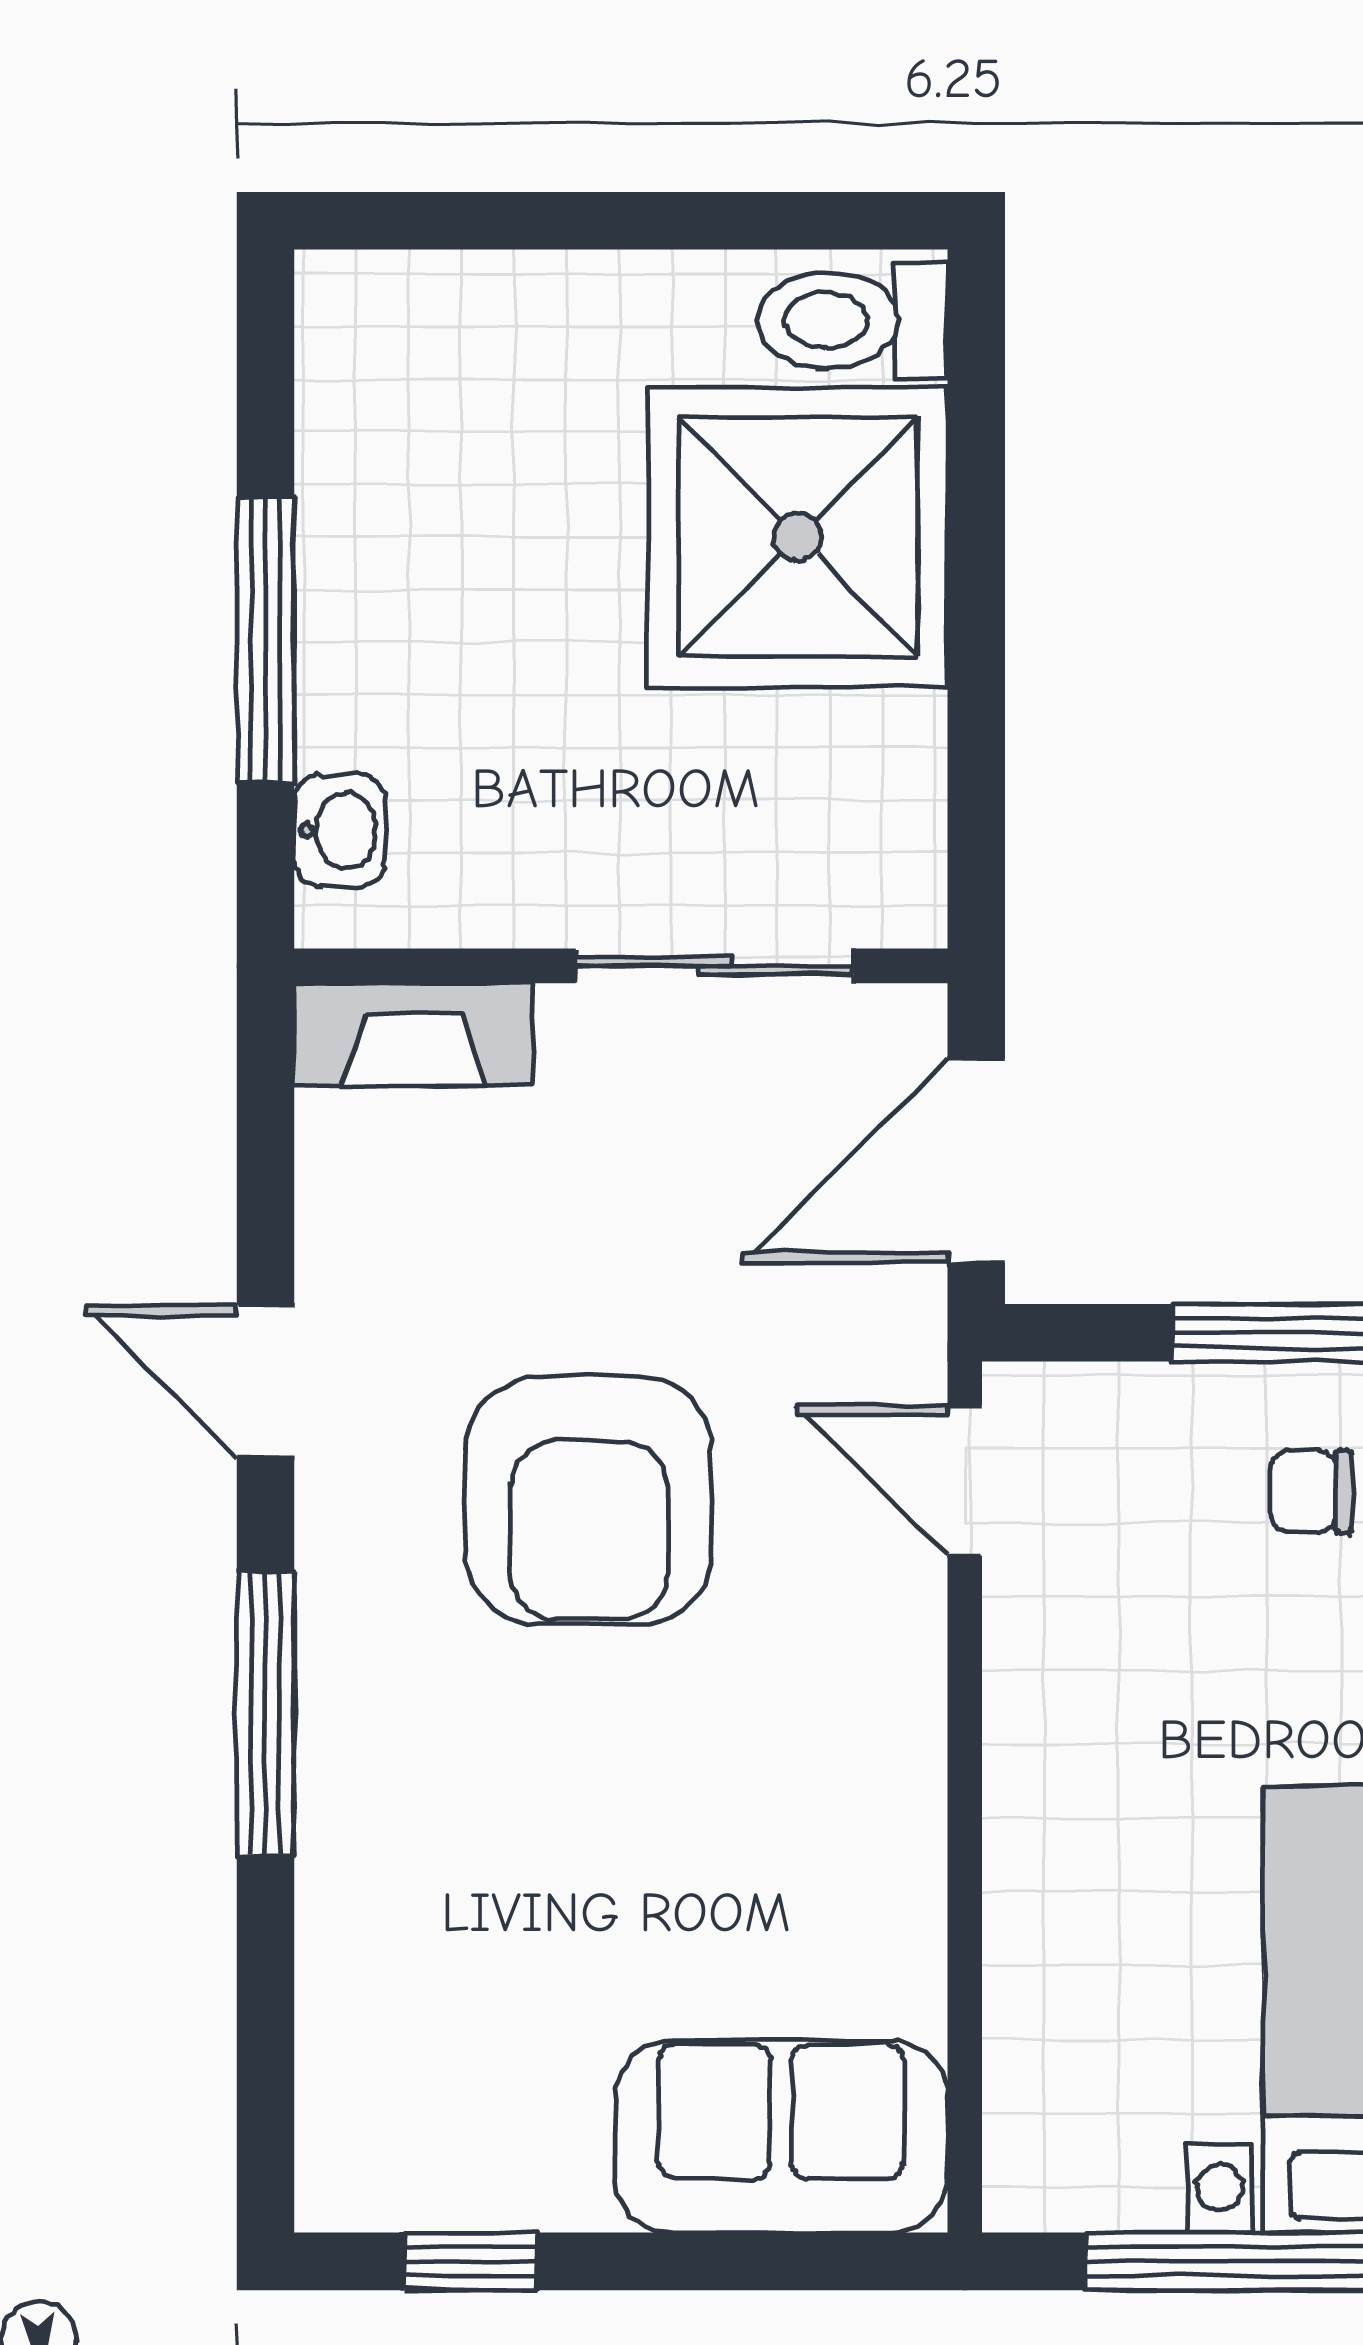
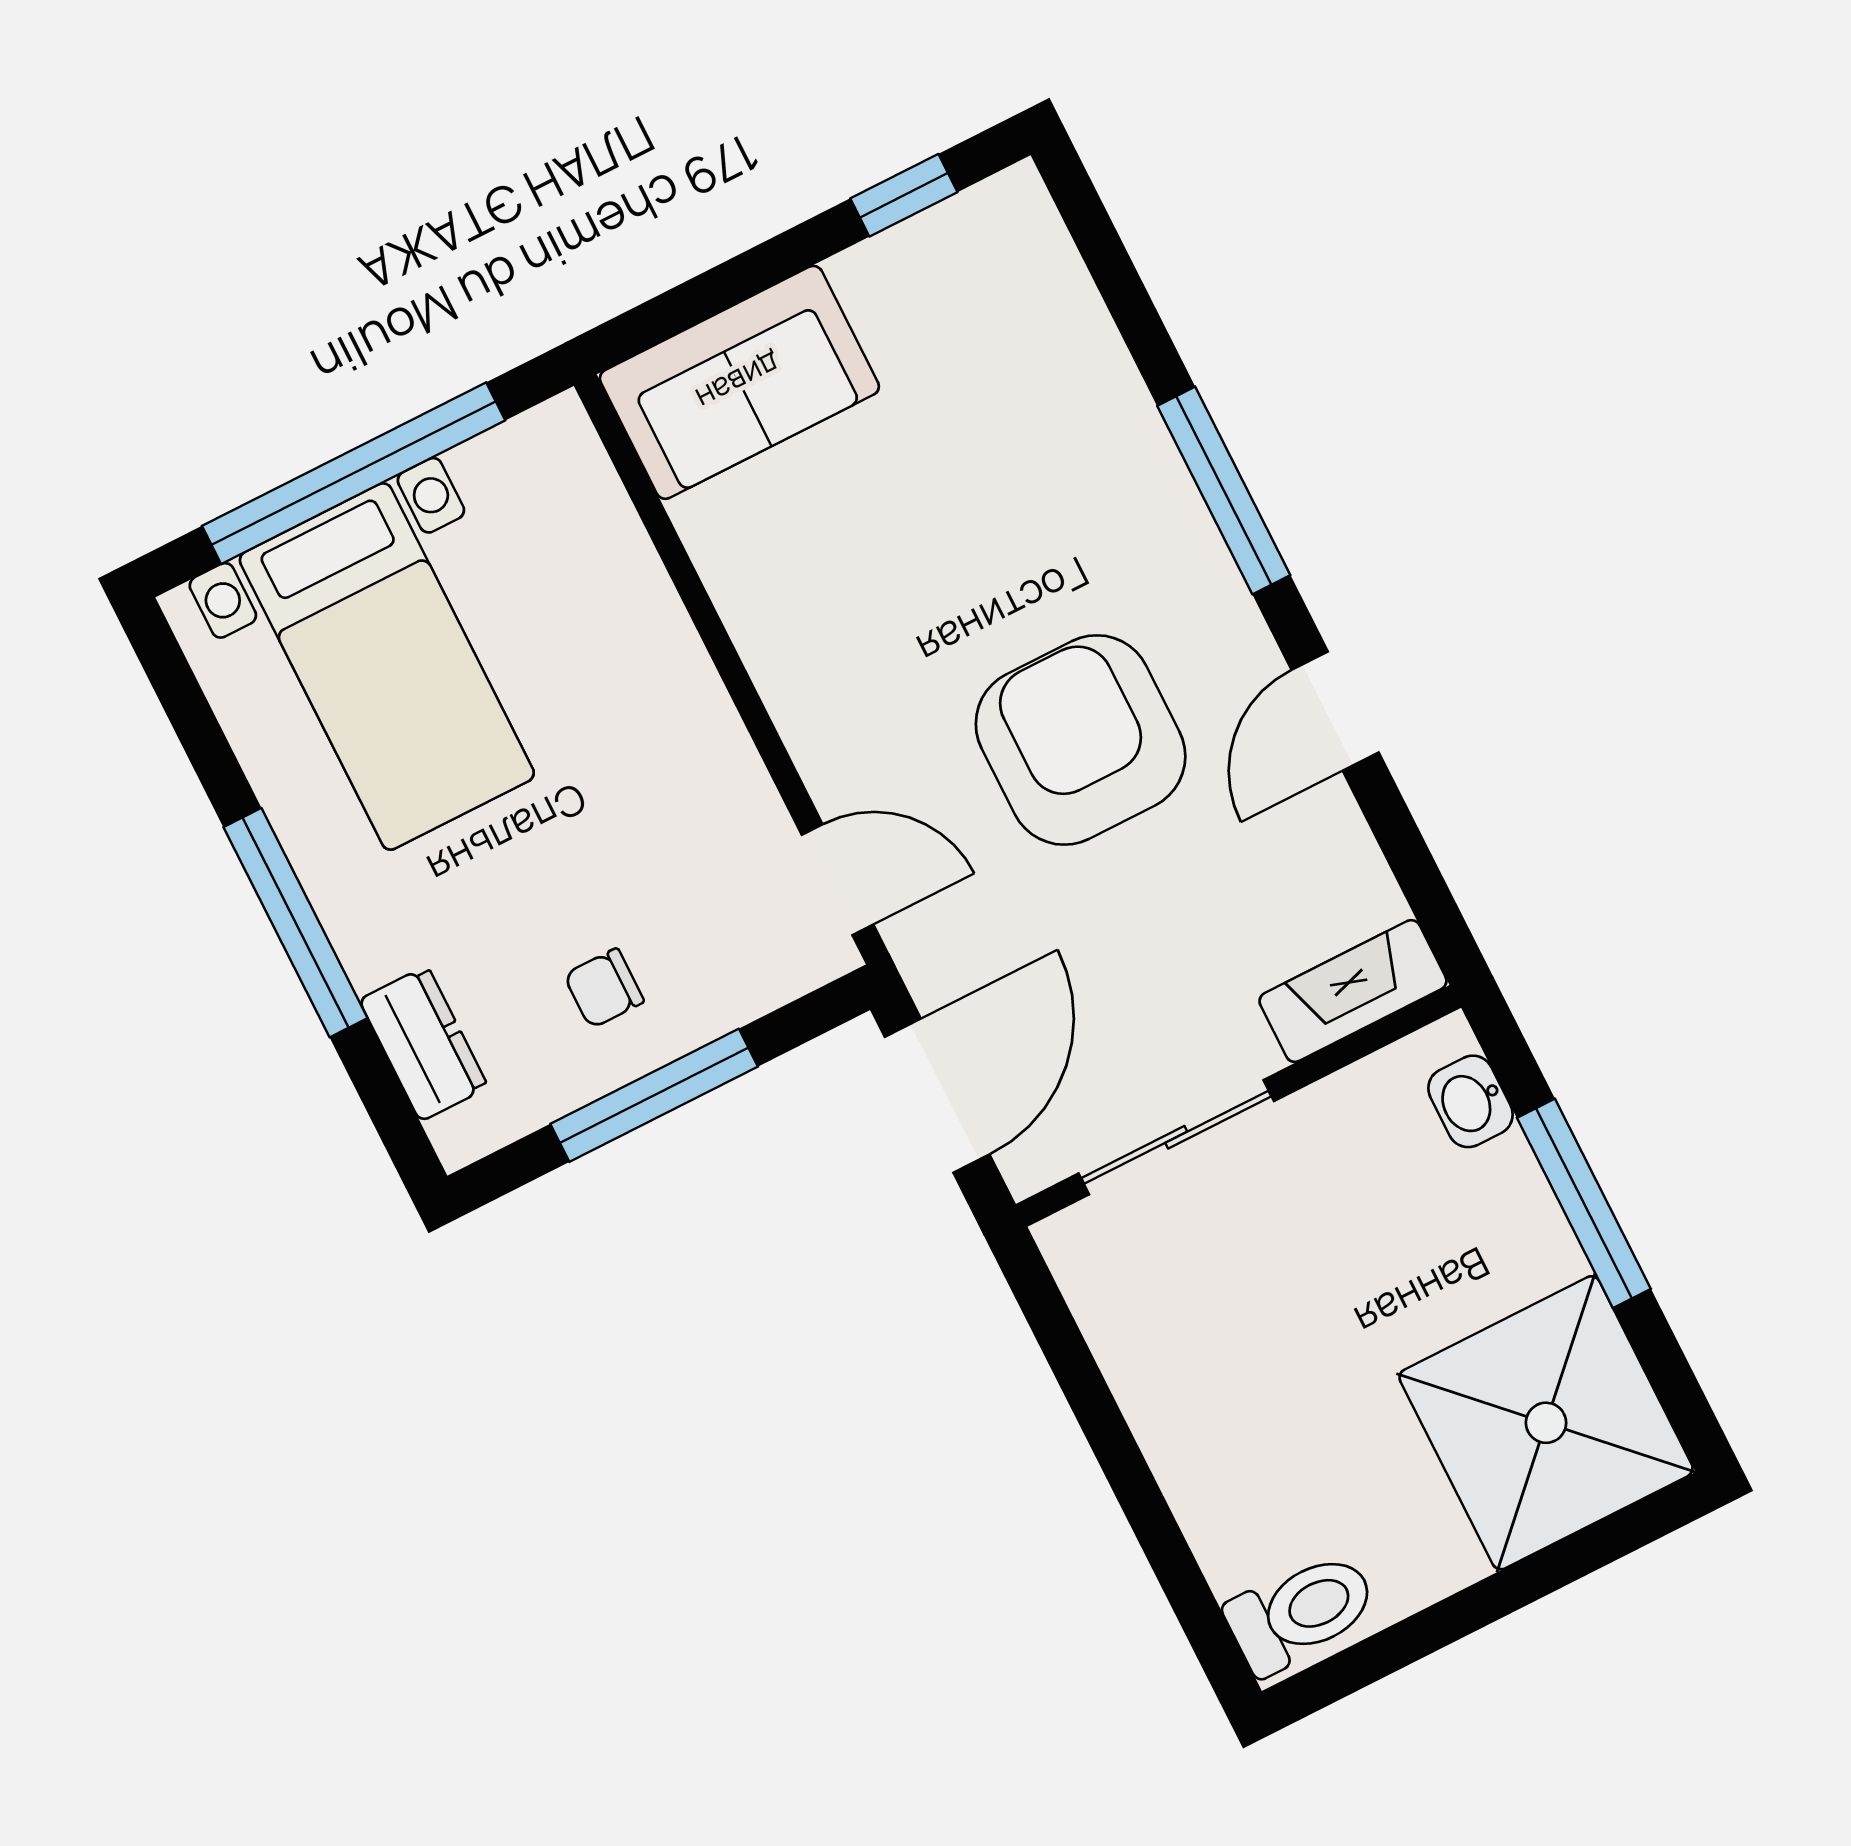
shower: (798, 537) -> (1546, 1423), moved
door: (265, 1381) -> (1335, 711), swing flipped
chair: (1311, 1492) -> (604, 988), turned 180

